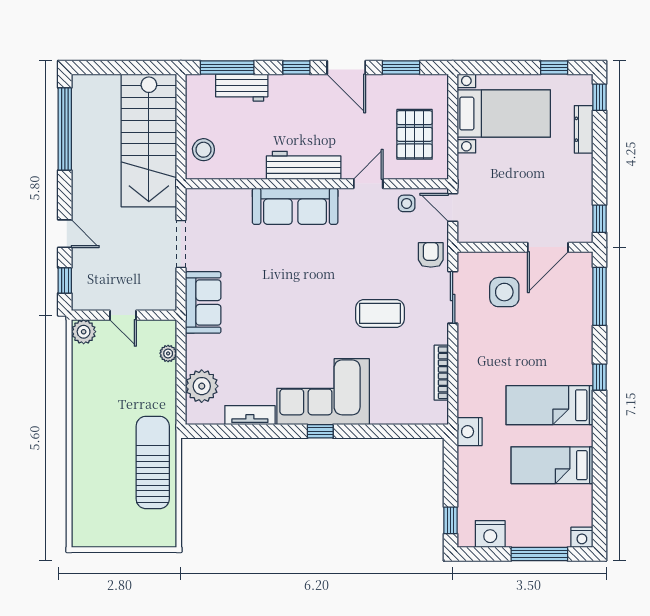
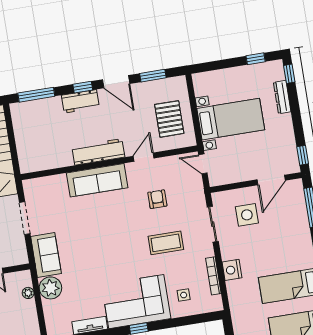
workbench: (242, 88) -> (80, 101), moved
bed with nightstands: (504, 114) -> (231, 119), moved
stool: (203, 150) -> (29, 152), removed
side table: (407, 203) -> (184, 295), moved
armchair: (431, 255) -> (157, 199), moved
plant: (202, 386) -> (50, 288), moved
nightstand: (470, 432) -> (232, 270), moved

